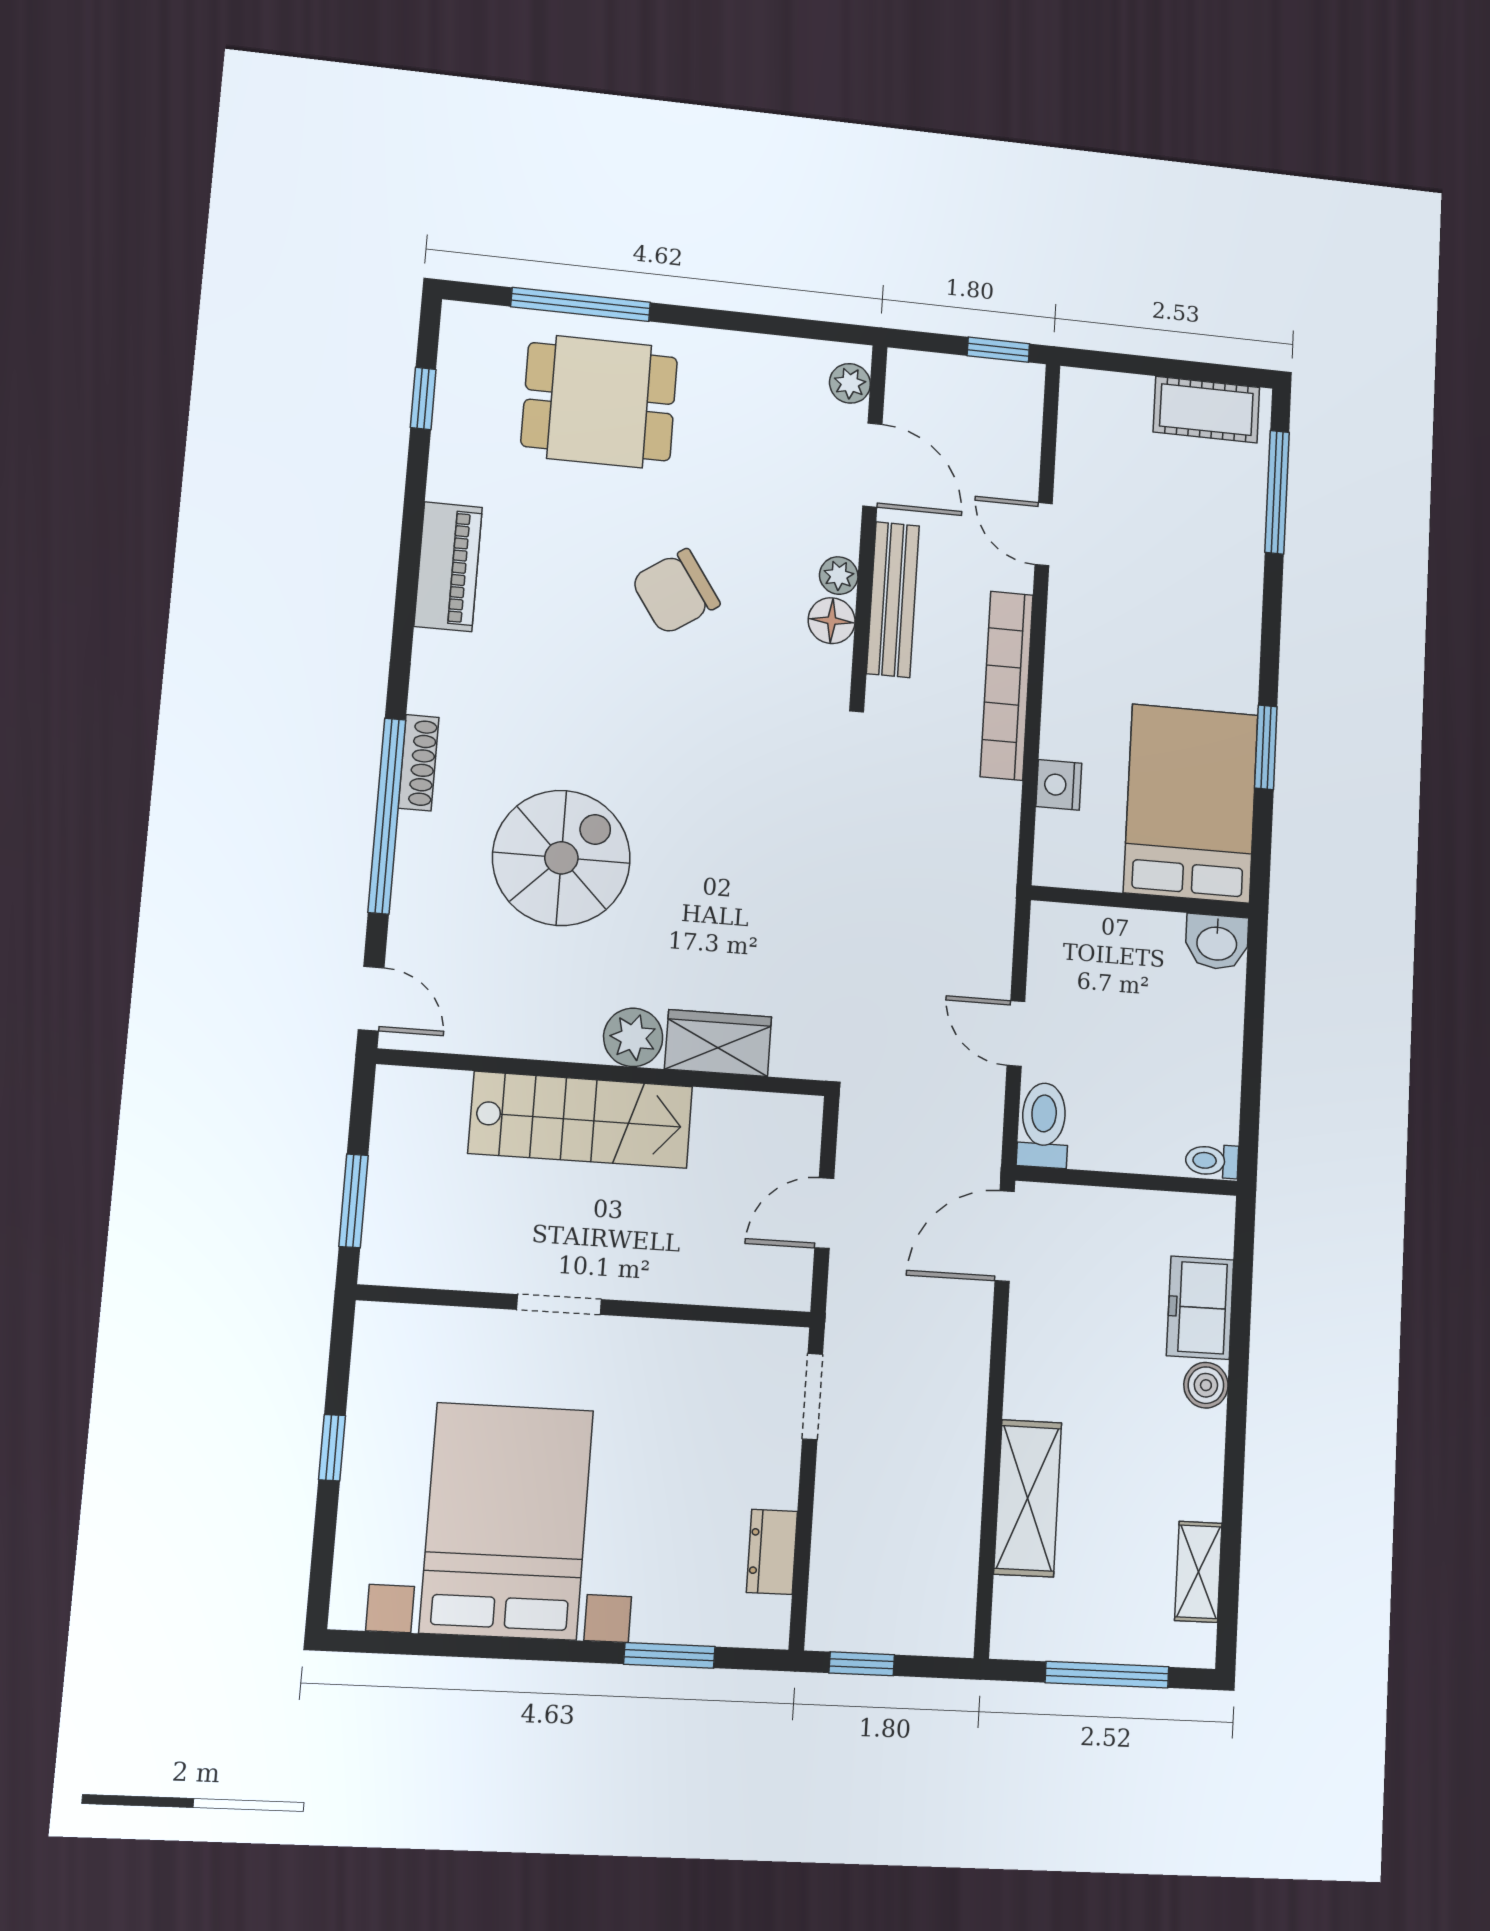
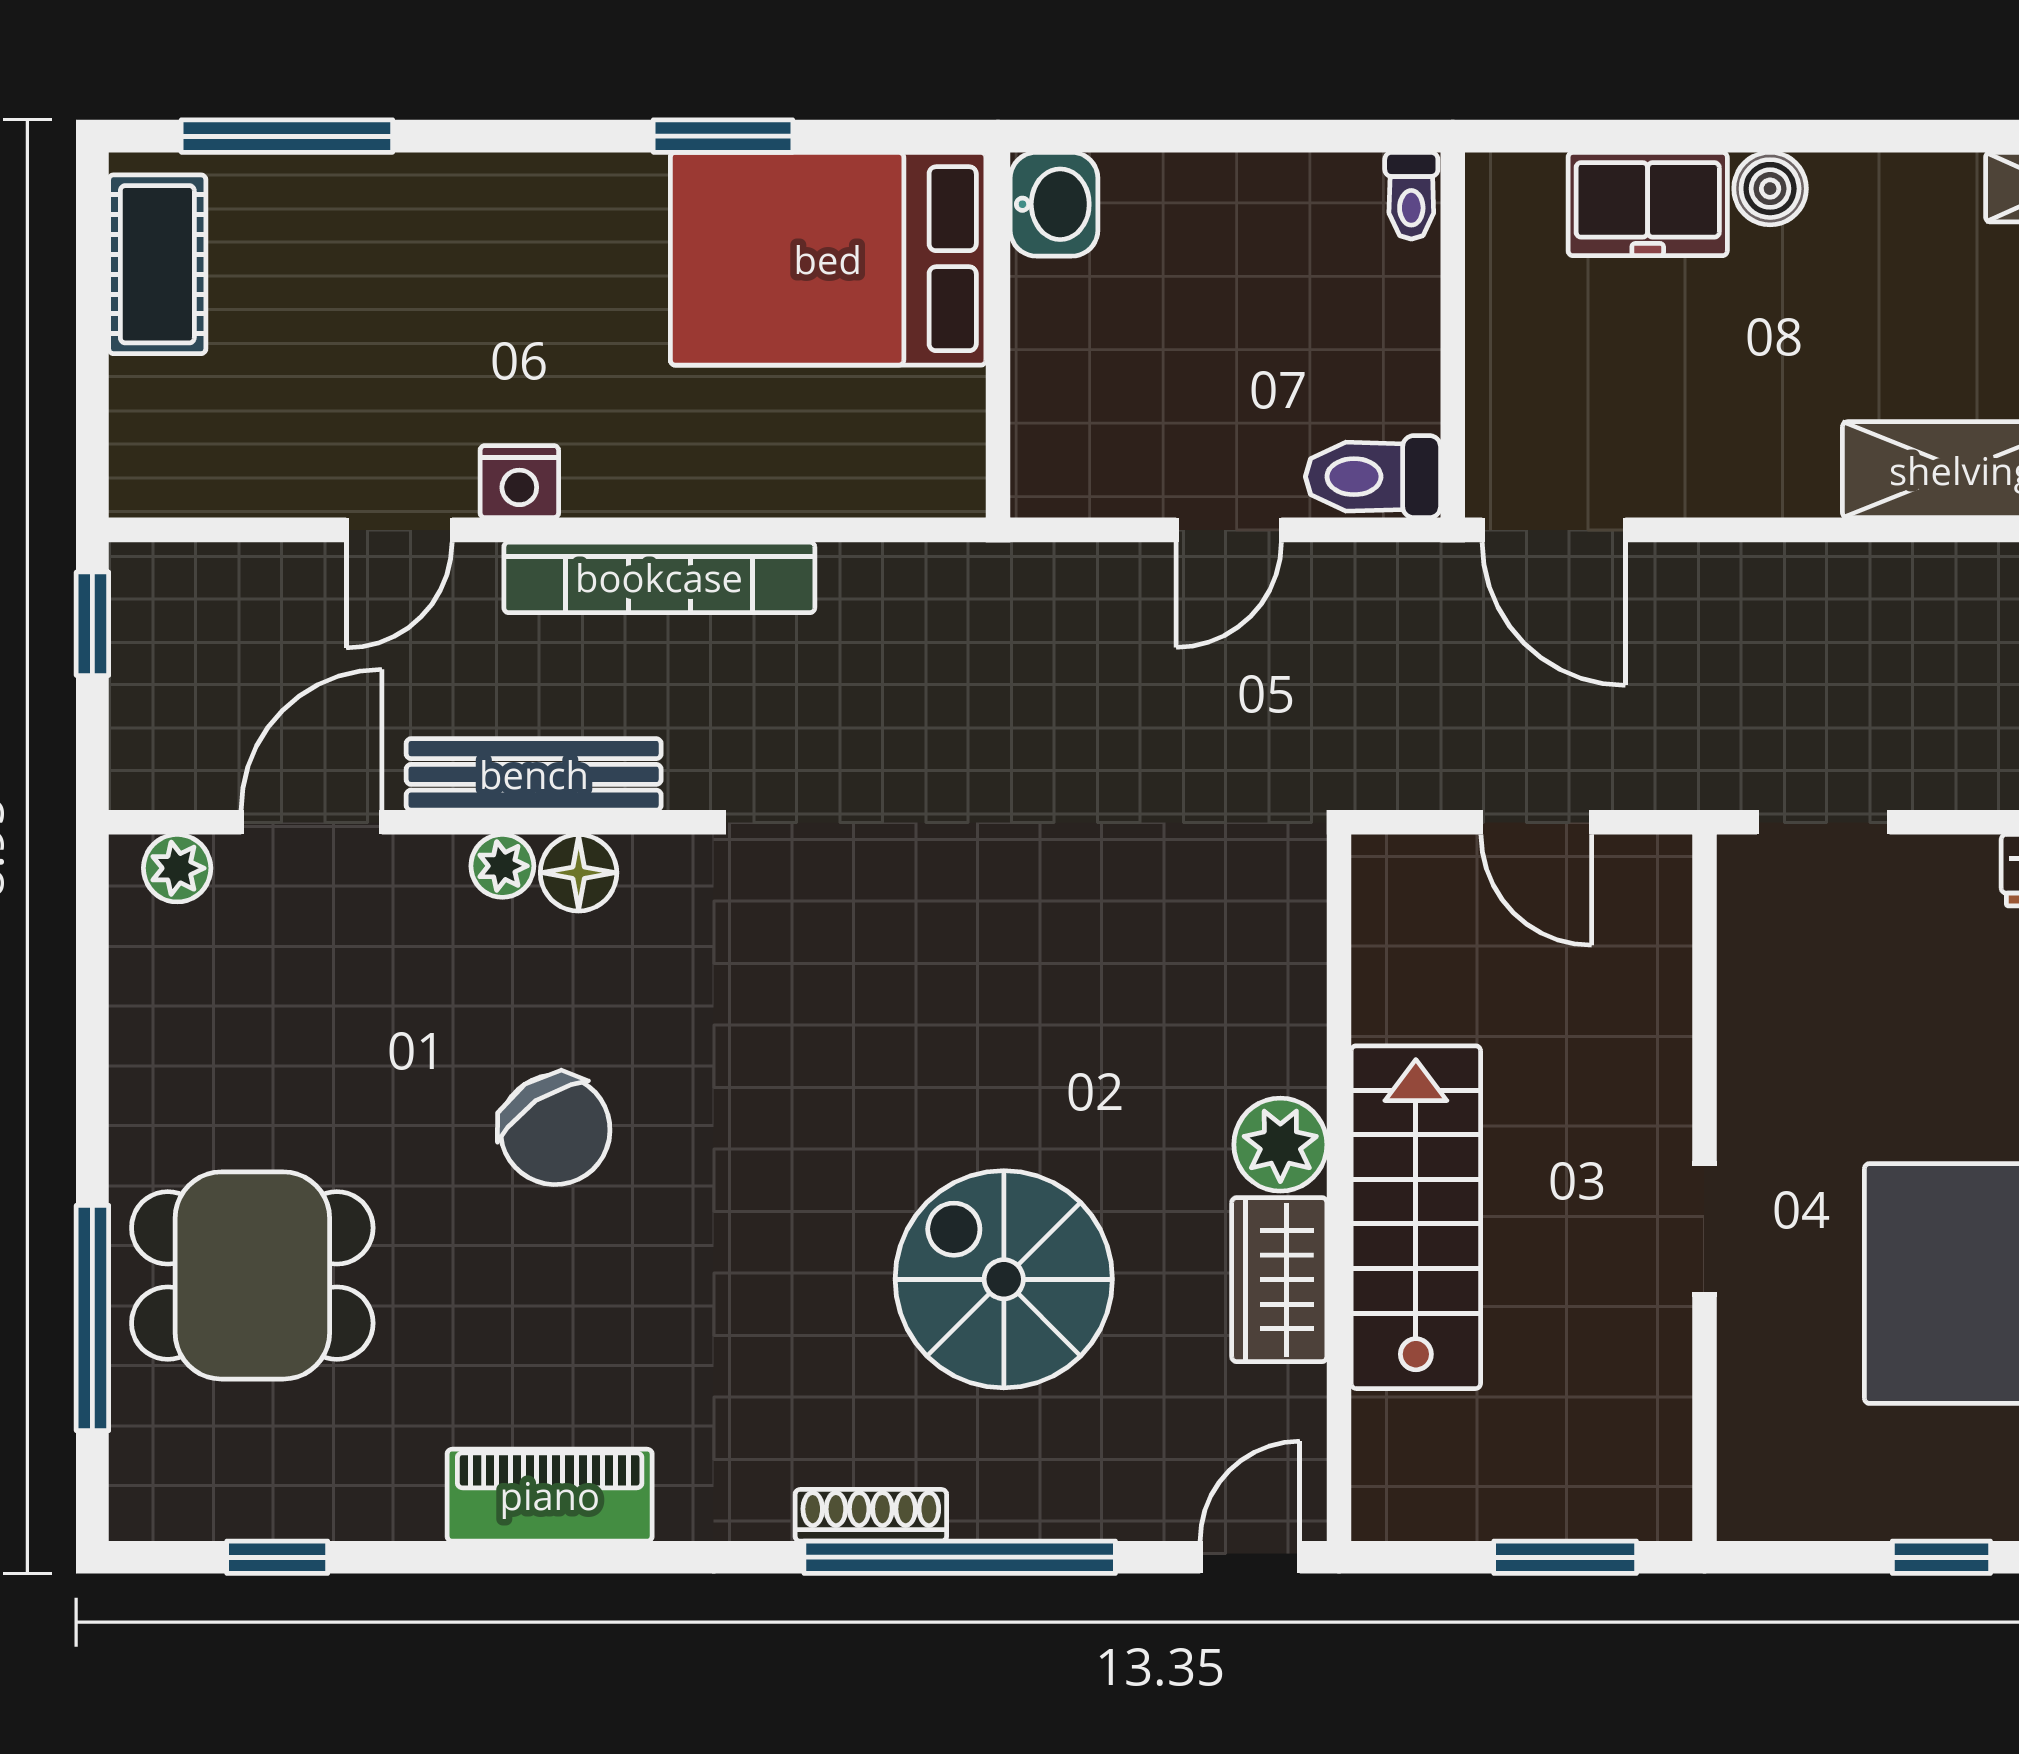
dining table: (599, 402) -> (252, 1275), turned 90
nightstand: (1059, 785) -> (519, 482), moved
wardrobe: (718, 1043) -> (1279, 1280), moved

